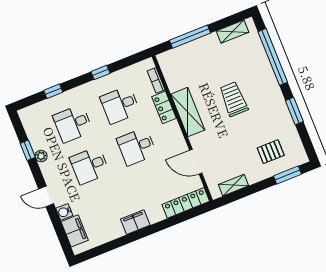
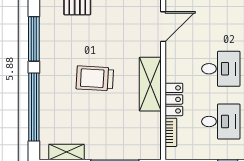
trolley: (234, 99) -> (95, 78), turned 93
window: (294, 111) -> (34, 39), width x1.44
door: (196, 162) -> (163, 27), hinge flipped

